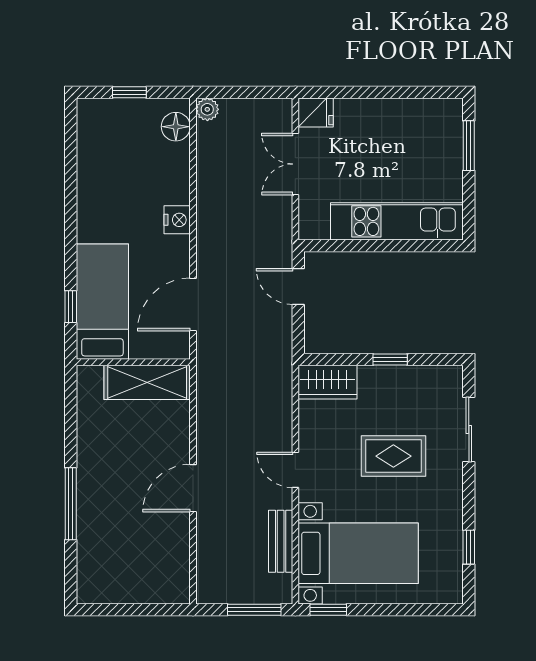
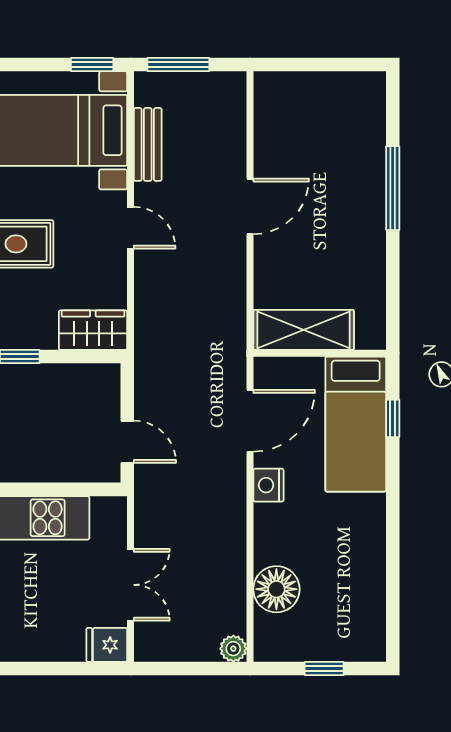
floor lamp: (176, 127) -> (276, 589), moved, width x1.38, depth x1.38
nightstand: (177, 220) -> (268, 485), moved

